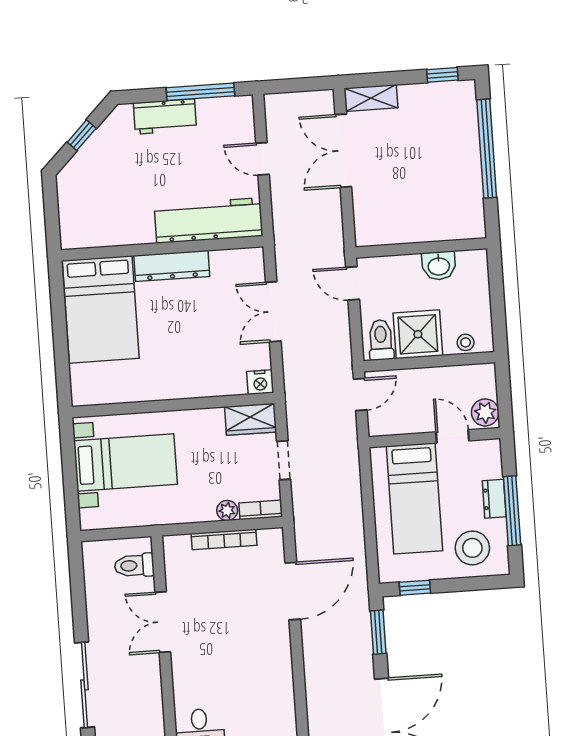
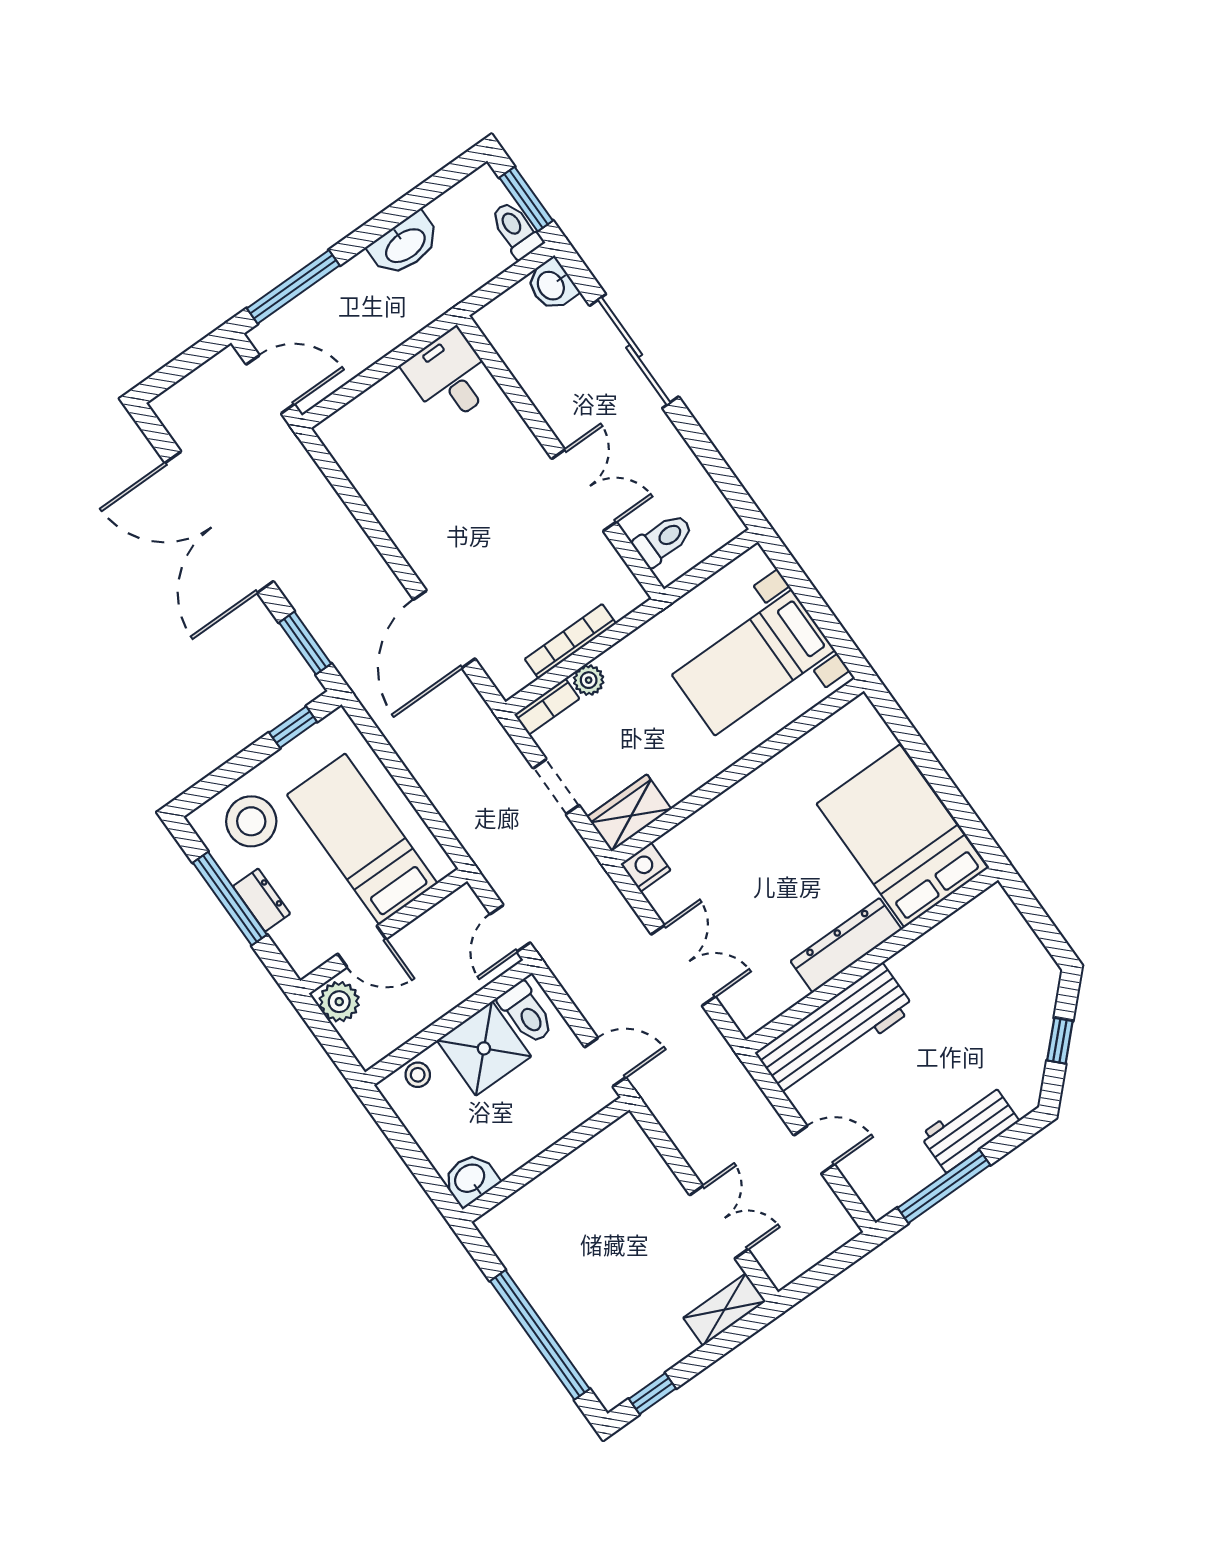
double door: (343, 151) -> (719, 1222), width x0.73
washbasin: (439, 266) -> (470, 1179), moved

